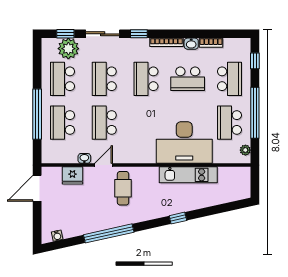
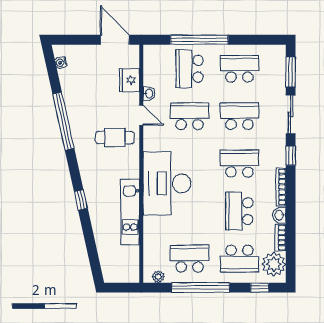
window: (65, 34) -> (291, 72), width x1.50
plant: (68, 49) -> (274, 264), moved
school desk: (63, 123) -> (190, 69), turned -90
desk: (184, 142) -> (167, 183), moved

